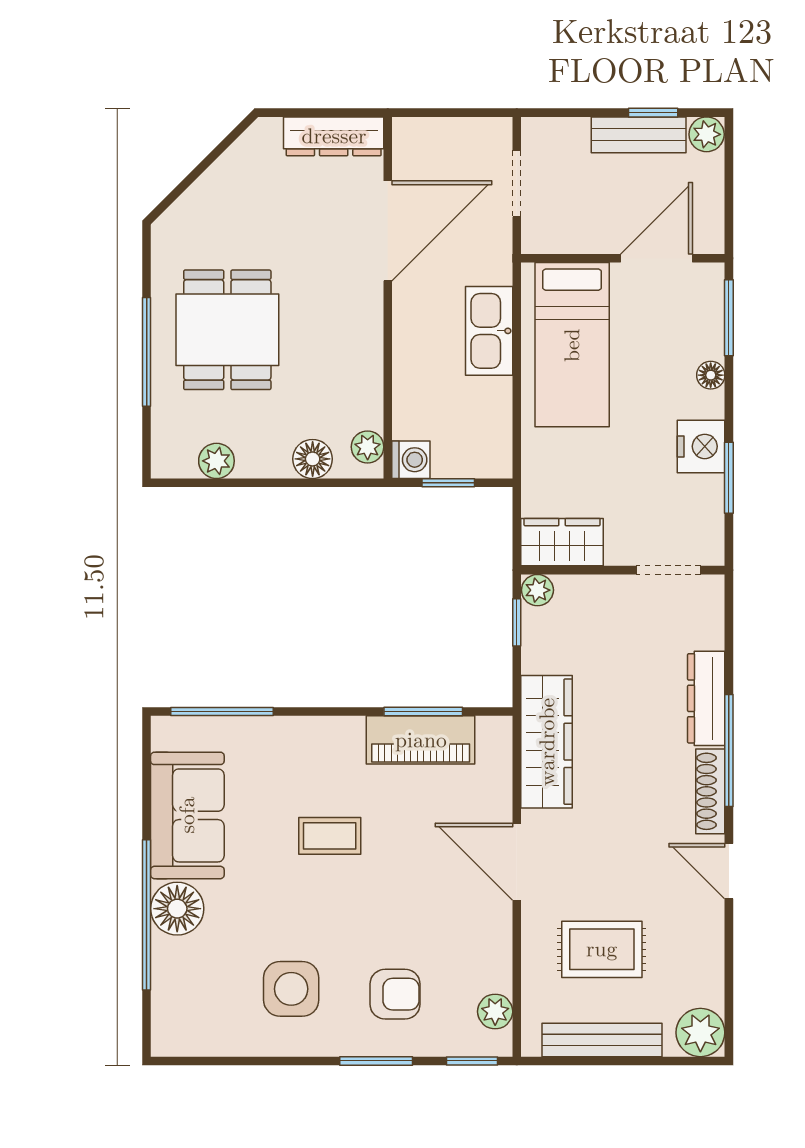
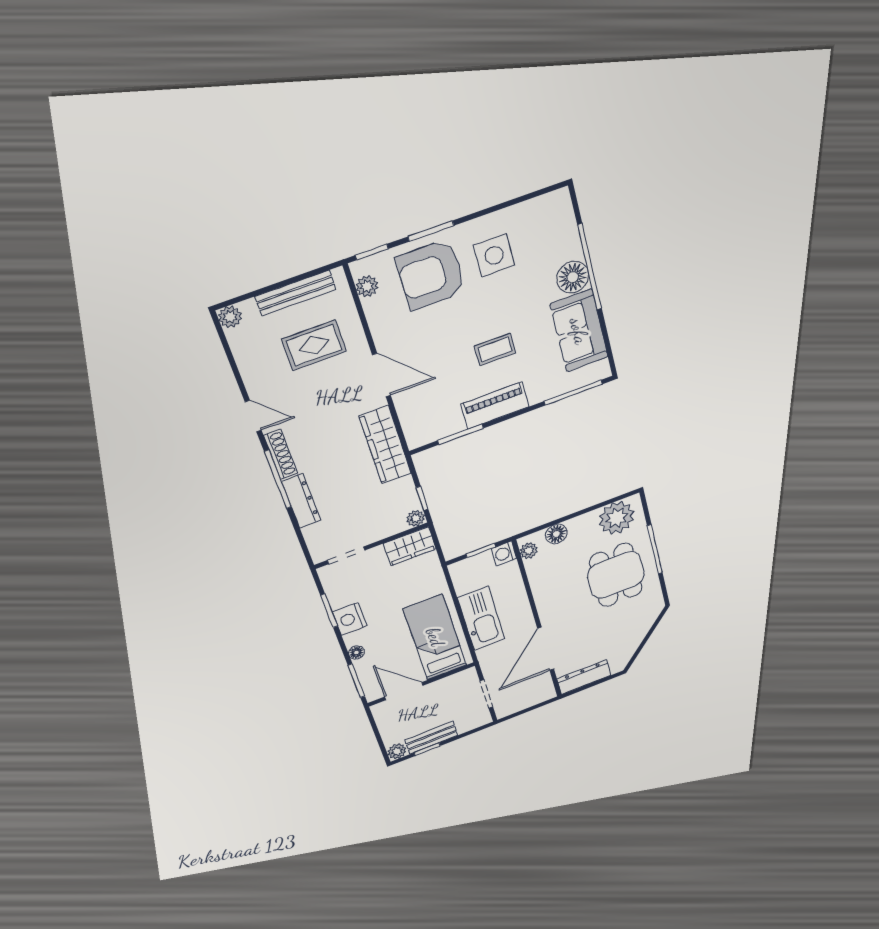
door: (657, 258) -> (404, 691), swing flipped
kitchen sink: (489, 331) -> (481, 618), width x1.36, depth x1.24
plant: (216, 461) -> (617, 518), width x1.87, depth x1.87
piano: (421, 740) -> (495, 405), moved
armchair: (395, 994) -> (431, 275), width x1.88, depth x1.88
plant: (700, 1033) -> (230, 317), width x0.73, depth x0.73

